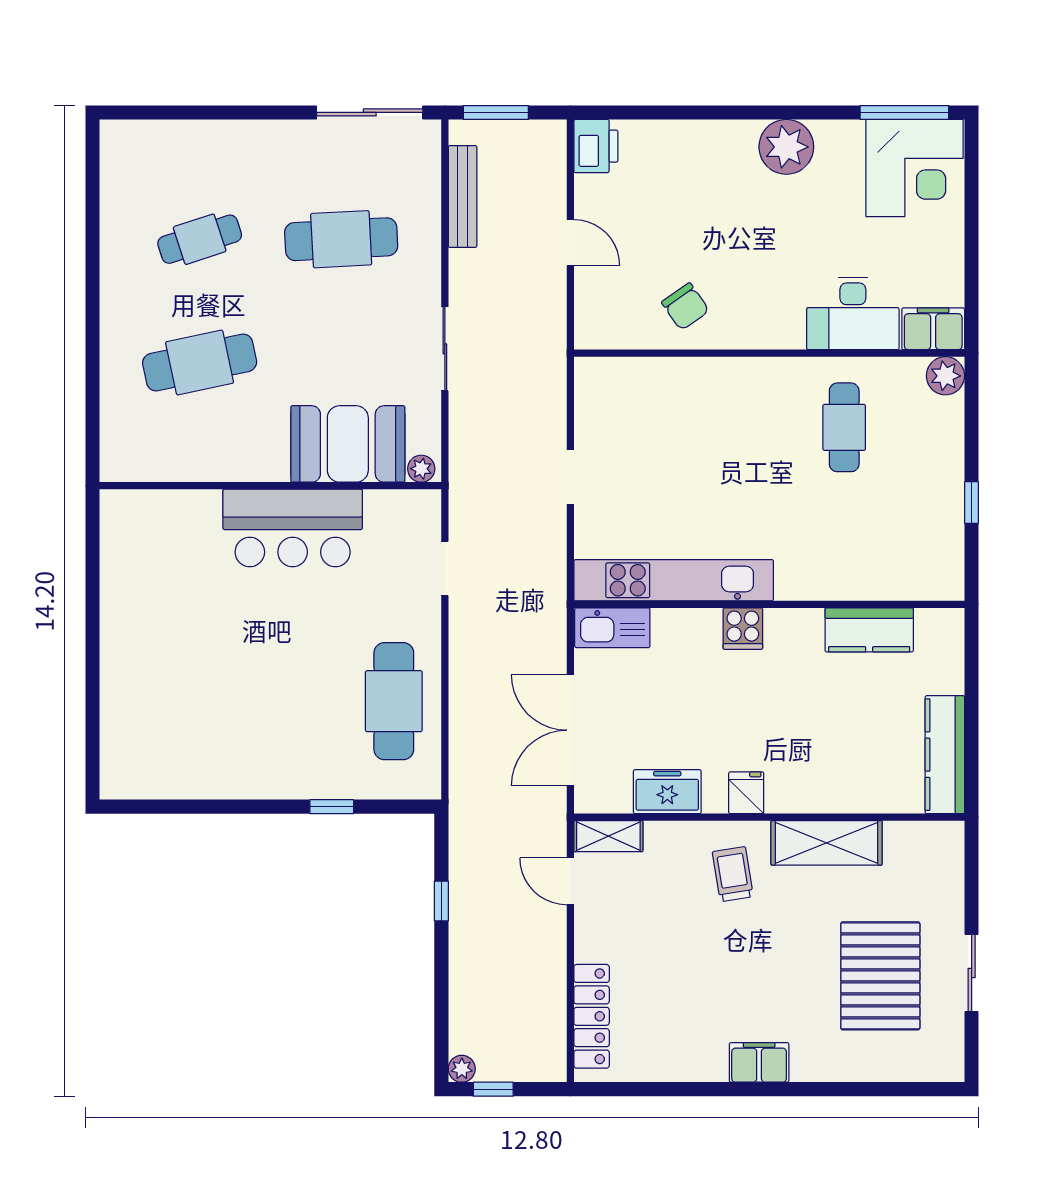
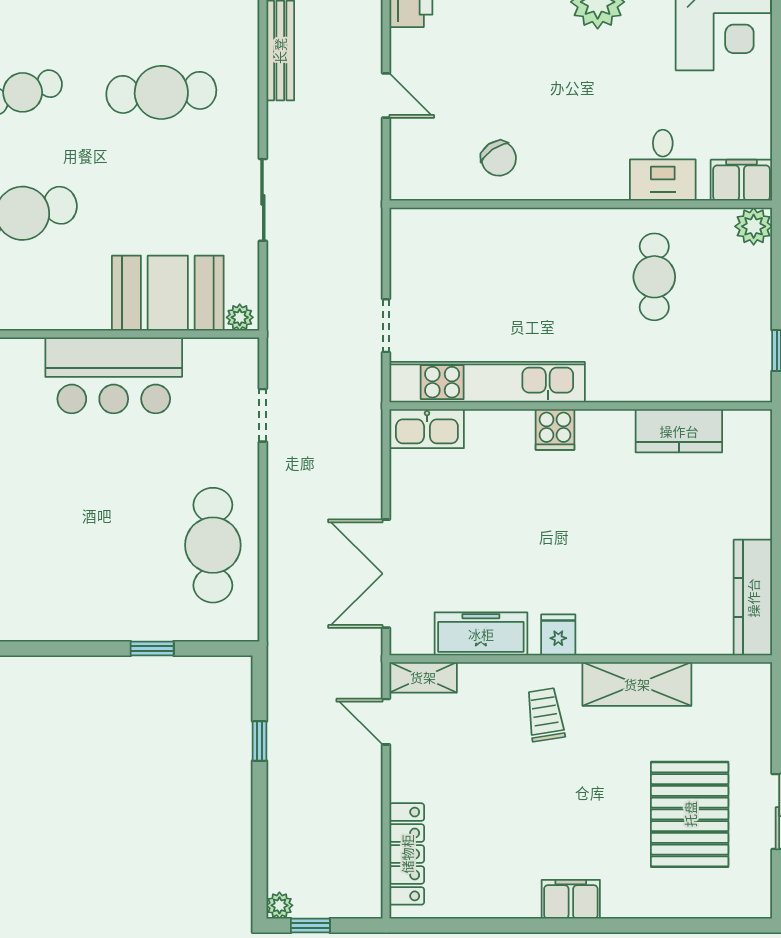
desk: (853, 313) -> (663, 165), width x0.73
kitchen unit: (674, 580) -> (487, 382), moved
wall: (769, 604) -> (581, 406), moved
kitchen sink: (612, 628) -> (427, 429), moved
cooker: (743, 629) -> (555, 430), moved
kitchen counter: (869, 630) -> (679, 431), moved
freezer: (667, 792) -> (481, 634), width x1.40

